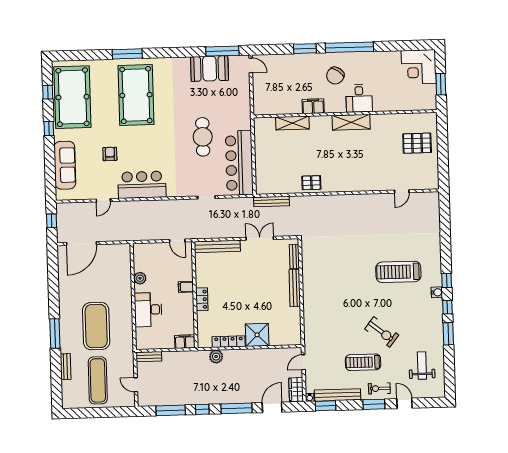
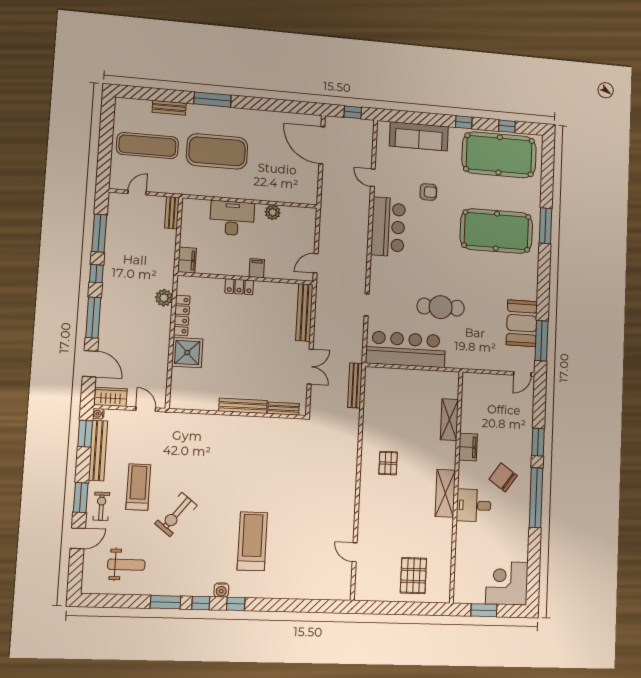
pallet: (311, 183) -> (388, 463), moved

